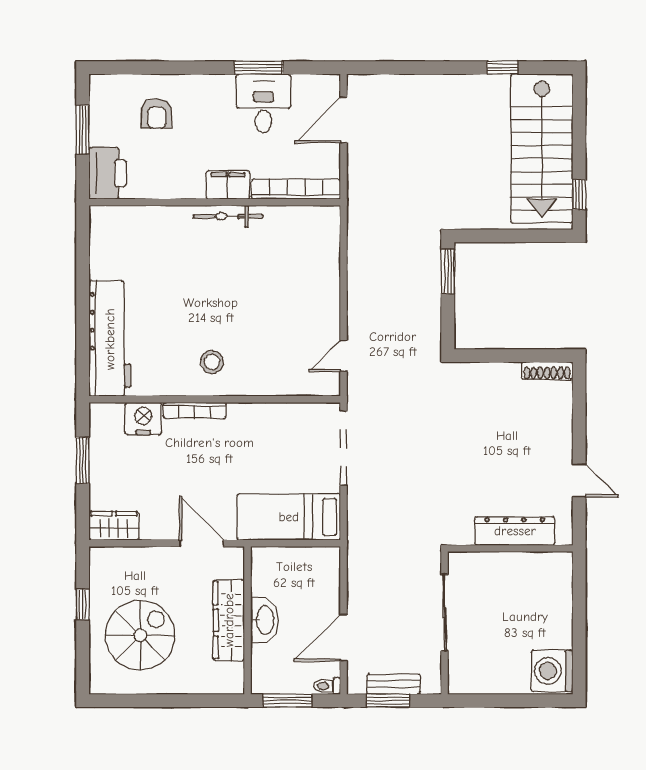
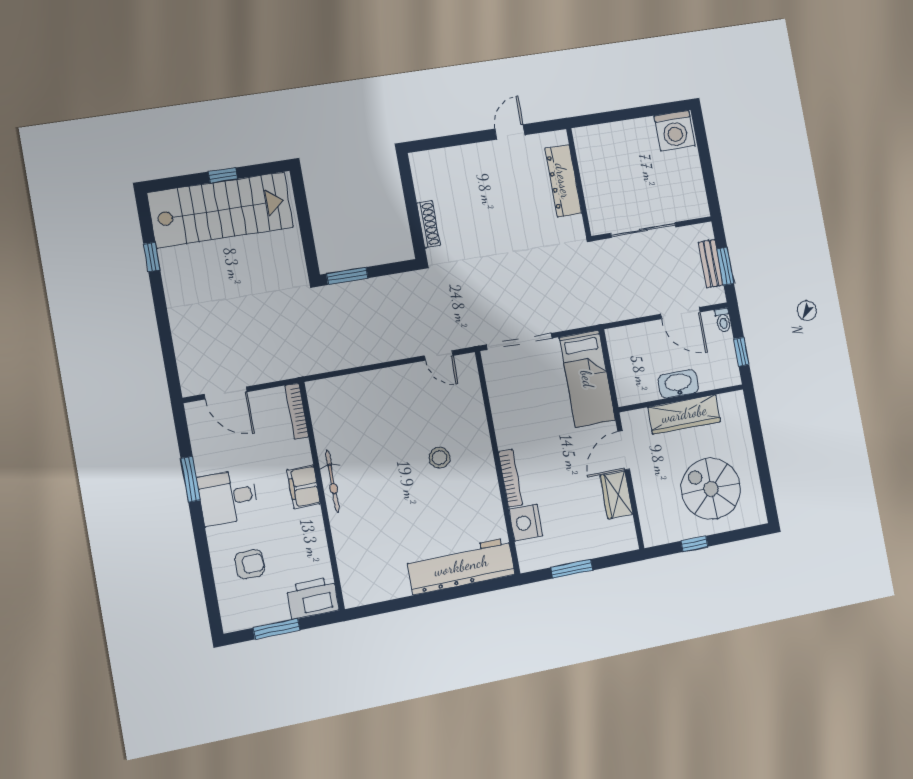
desk: (263, 103) -> (228, 497), moved
bookcase: (296, 189) -> (297, 411), width x0.68, depth x0.76
window: (579, 194) -> (223, 175), moved
stool: (212, 362) -> (439, 458), moved
shoe rack: (547, 371) -> (429, 224), moved
wardrobe: (114, 526) -> (616, 495), moved
window: (288, 701) -> (741, 352), width x0.67

